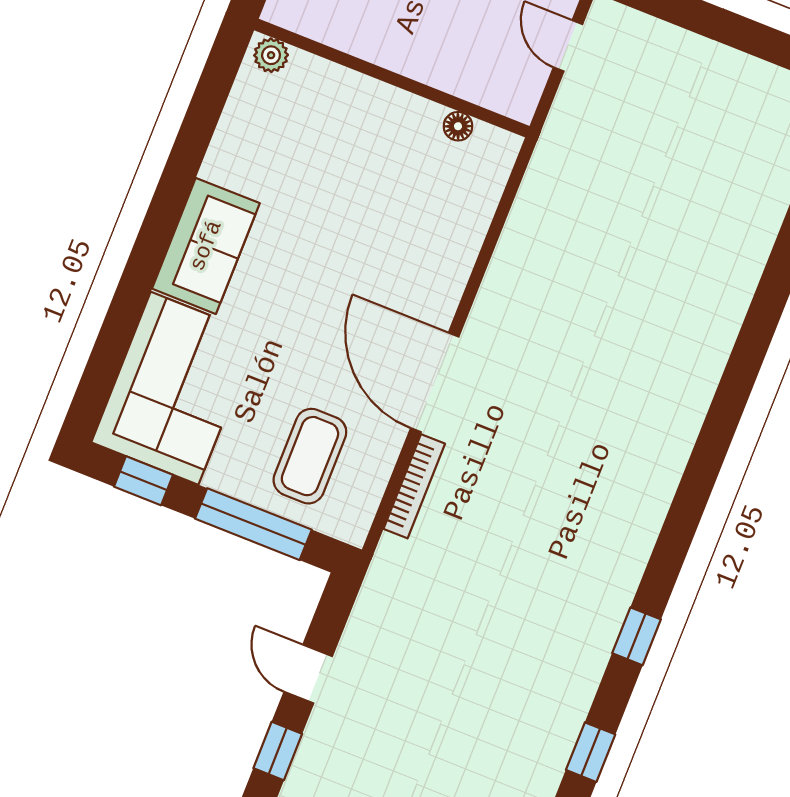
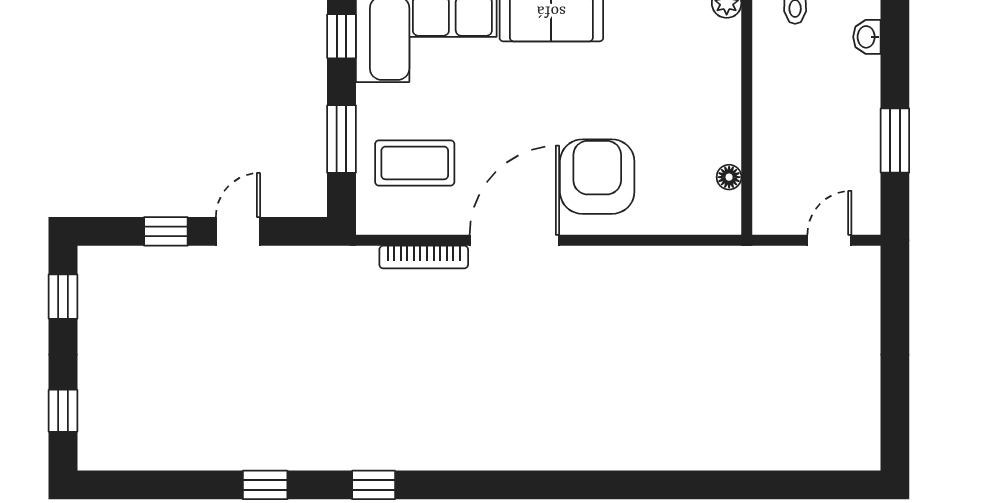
armchair: (402, 267) -> (597, 177), added
window: (253, 524) -> (342, 139), width x0.69

